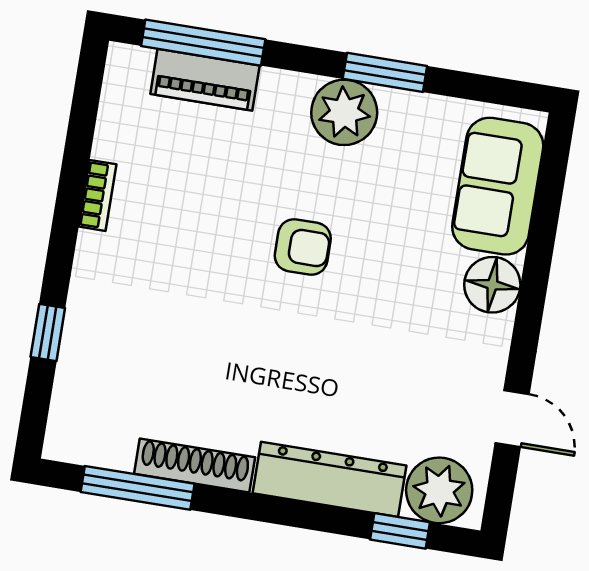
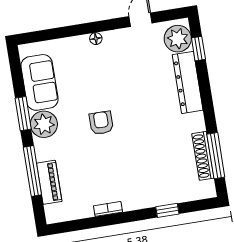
window: (203, 43) -> (32, 171), moved
sofa: (498, 186) -> (39, 82), moved, turned -90
floor lamp: (492, 285) -> (96, 39), width x0.53, depth x0.53
shoe rack: (195, 465) -> (203, 156), moved

